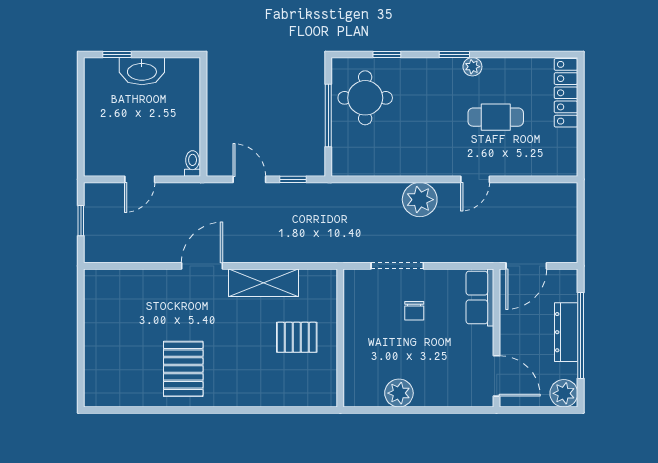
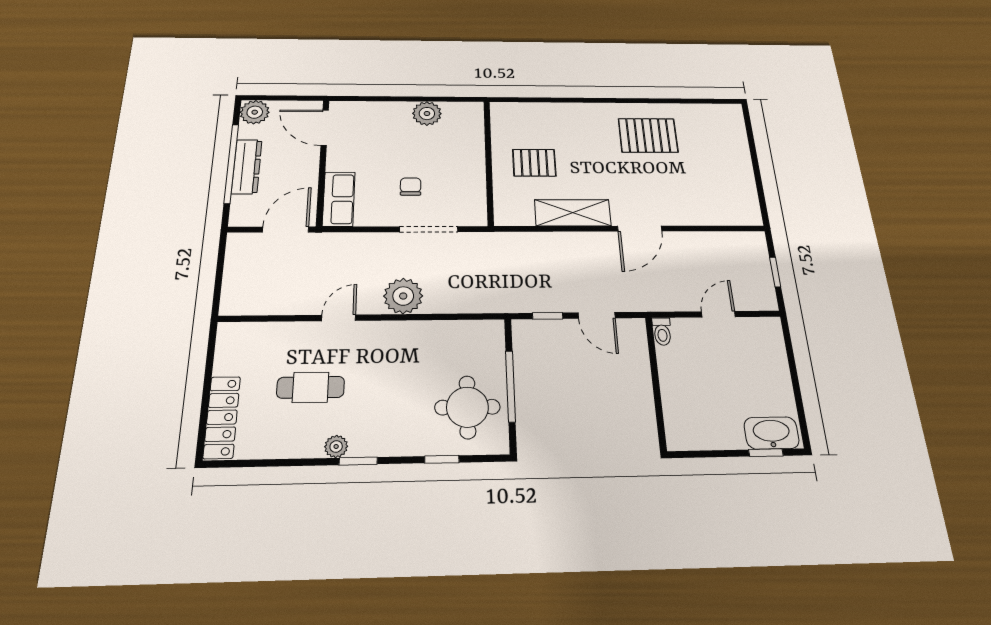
washbasin: (142, 71) -> (771, 433), moved
pallet: (183, 369) -> (648, 135), turned 90

